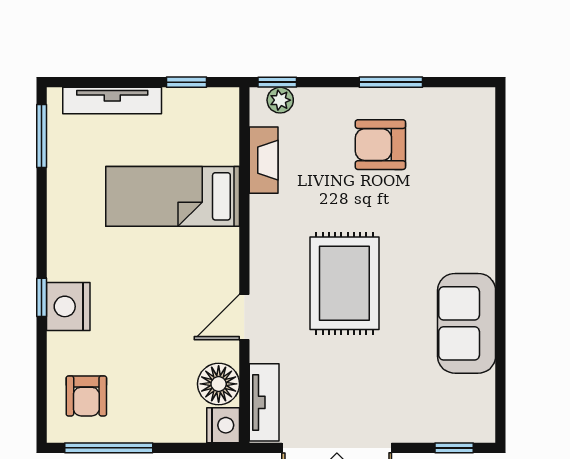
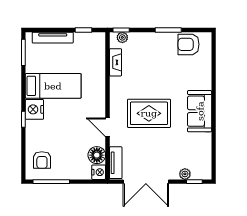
armchair: (380, 145) -> (189, 44), moved
bed: (173, 196) -> (53, 86), moved, turned 180
rug: (344, 283) -> (149, 113), turned 90
nightstand: (68, 306) -> (34, 109), moved
door: (244, 317) -> (107, 127), hinge flipped
sofa: (467, 323) -> (200, 111), moved
plant: (431, 429) -> (185, 174), added

